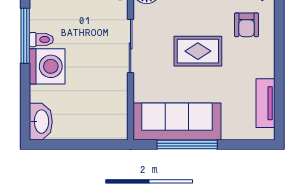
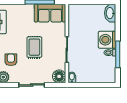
rug: (198, 51) -> (34, 47), turned 90
sofa: (177, 121) -> (50, 13), width x0.73

